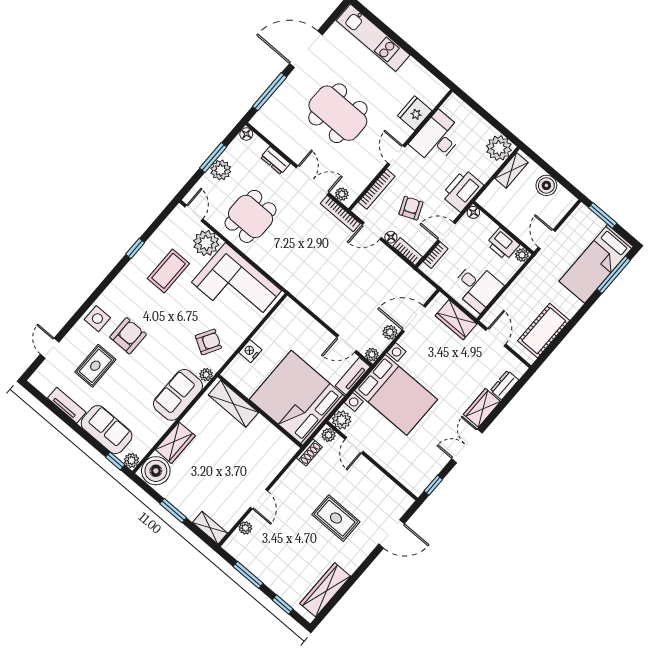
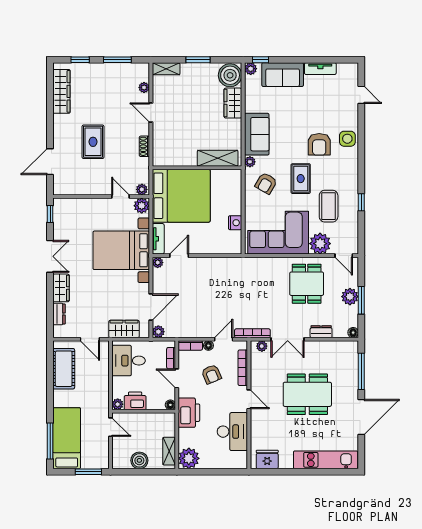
fridge: (415, 113) -> (267, 460), moved, turned -90
door: (446, 232) -> (177, 378), swing flipped
plant: (390, 332) -> (158, 332), moved
nightstand: (250, 351) -> (235, 223), moved
rug: (95, 366) -> (301, 179), moved
shoe rack: (309, 452) -> (144, 146), moved
rug: (336, 518) -> (93, 142), turned 90

